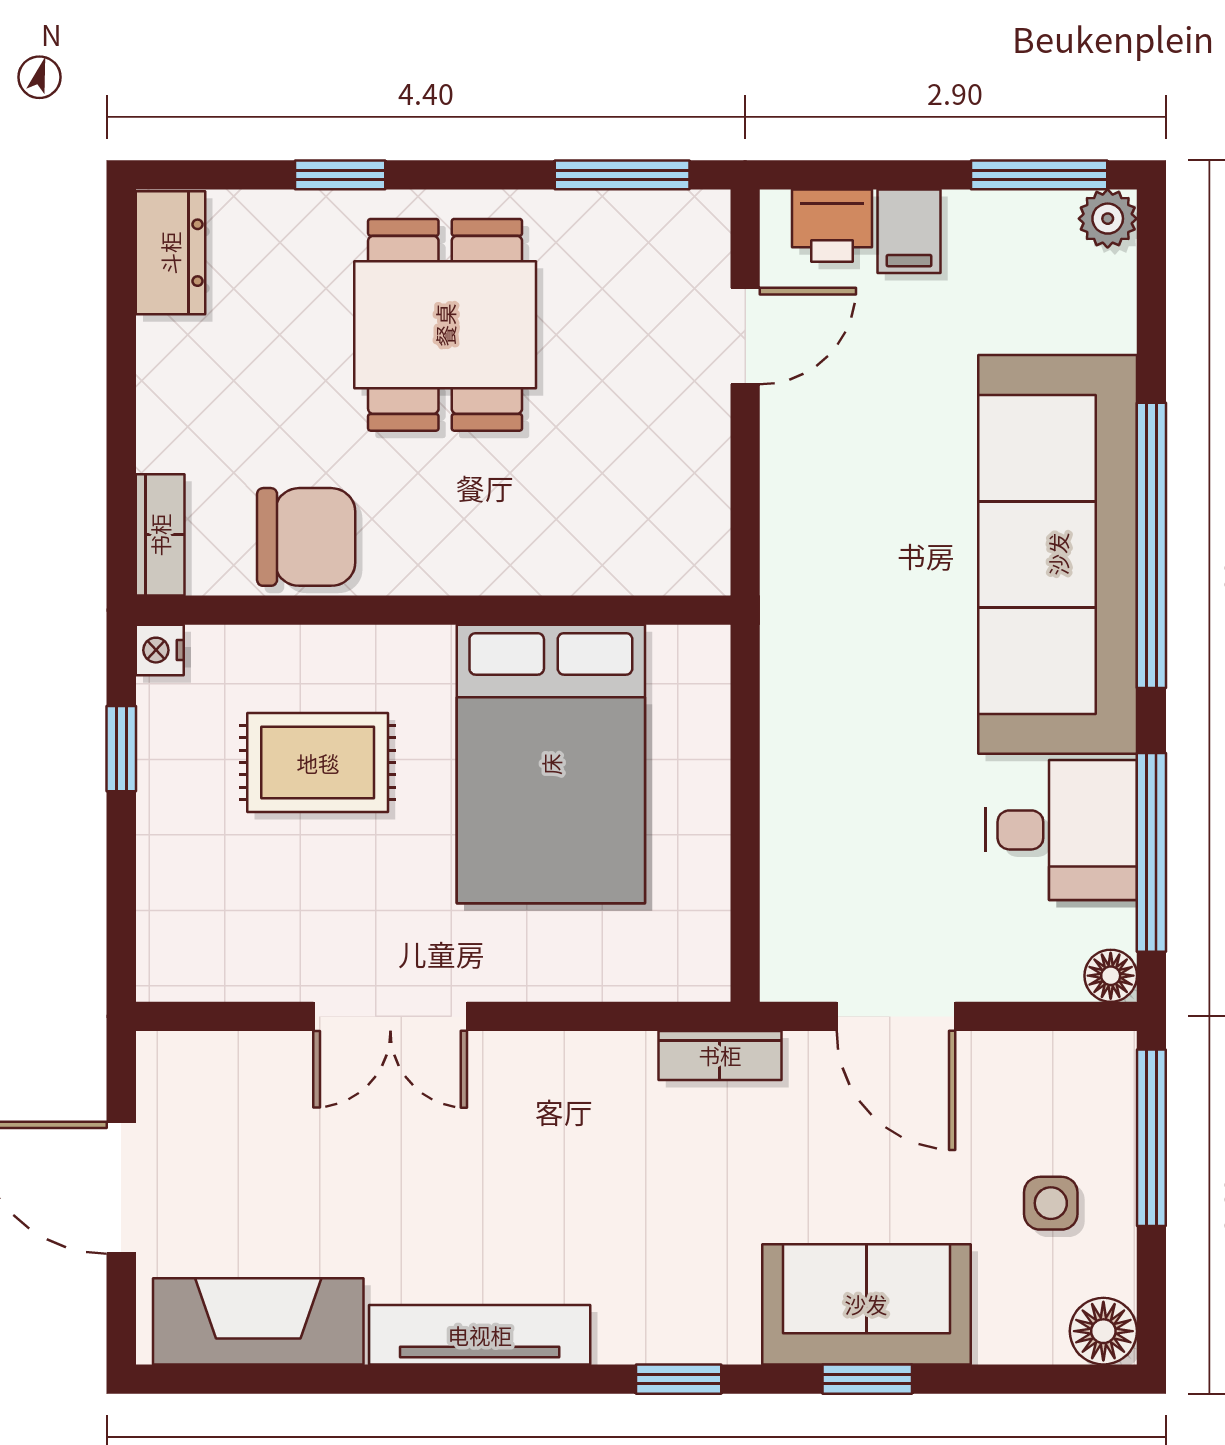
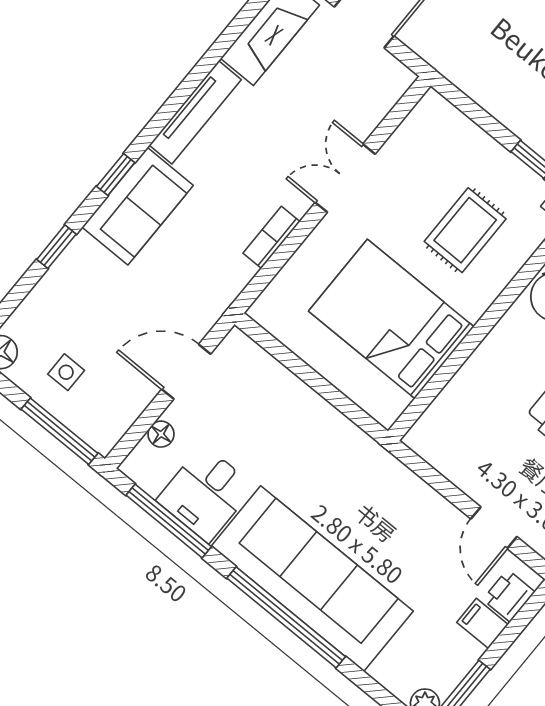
floor lamp: (1111, 976) -> (161, 434), moved
bookcase: (720, 1055) -> (271, 237), moved
sofa: (866, 1304) -> (138, 206), moved

